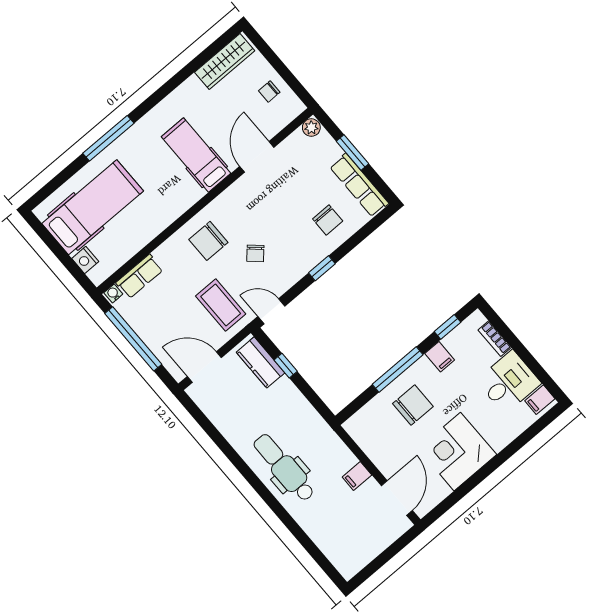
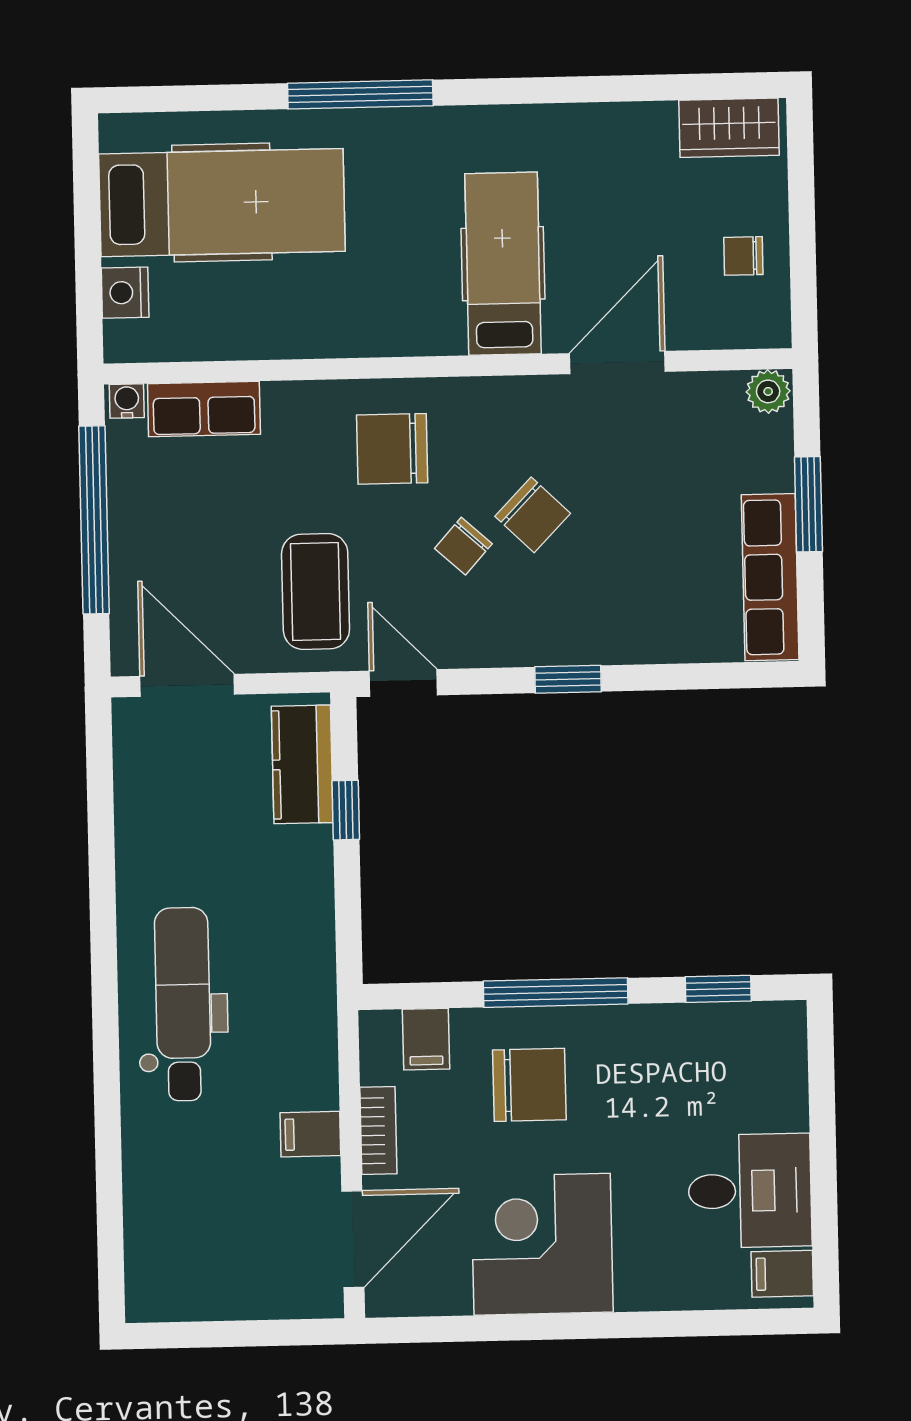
wardrobe: (225, 62) -> (729, 128), width x0.67
chair: (328, 220) -> (533, 515), moved, turned -46
bookcase: (495, 339) -> (378, 1130), moved, turned 180
filing cabinet: (440, 357) -> (426, 1039), moved

